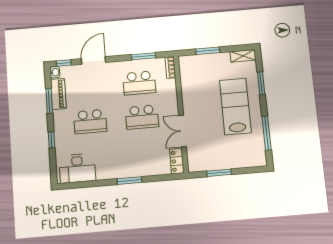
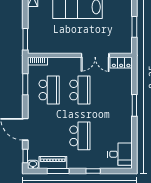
window: (208, 51) -> (25, 39), moved
desk: (77, 168) -> (120, 154), width x0.73

